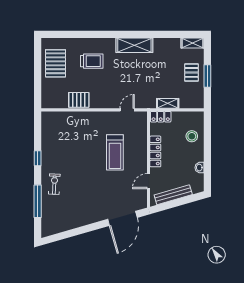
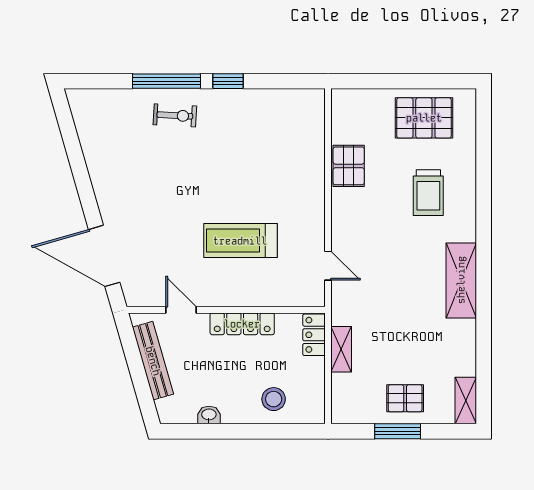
window: (38, 201) -> (166, 81), moved

